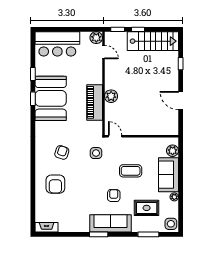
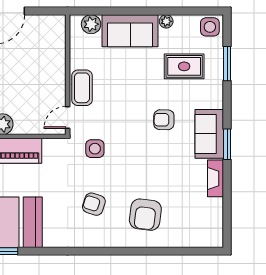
coffee table: (131, 171) -> (82, 88), moved
armchair: (55, 184) -> (145, 215), turned 97
rug: (147, 208) -> (184, 66), turned 90
sofa: (110, 223) -> (209, 134), width x0.73
fireplace: (47, 227) -> (216, 178), moved

